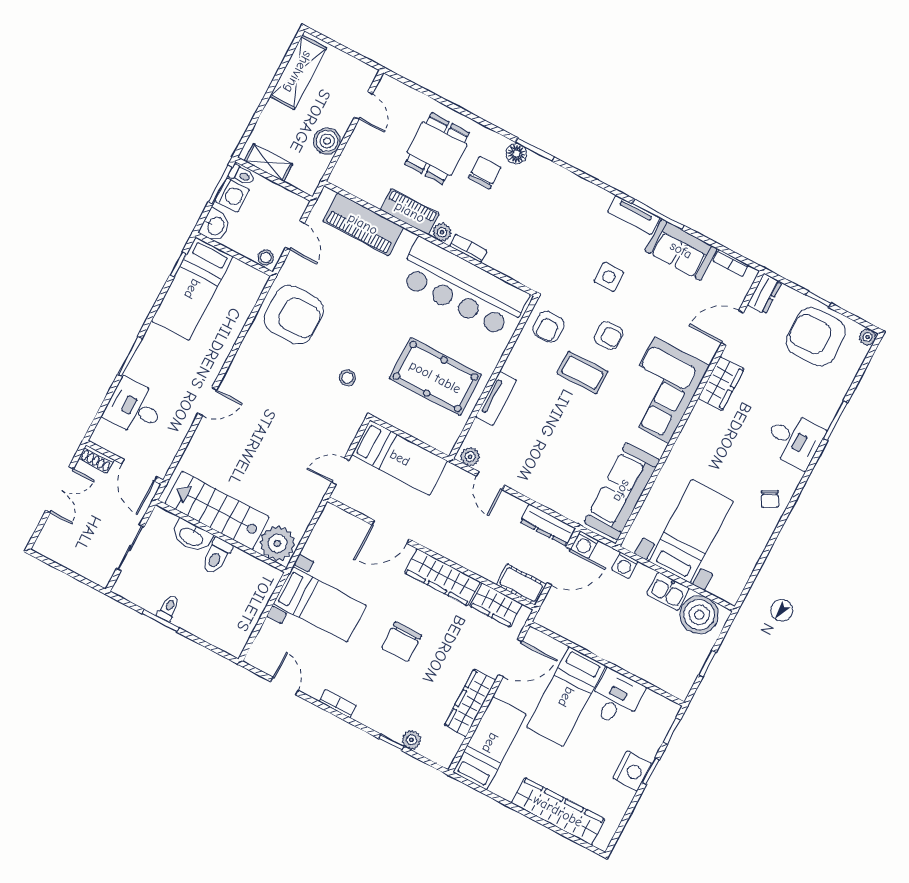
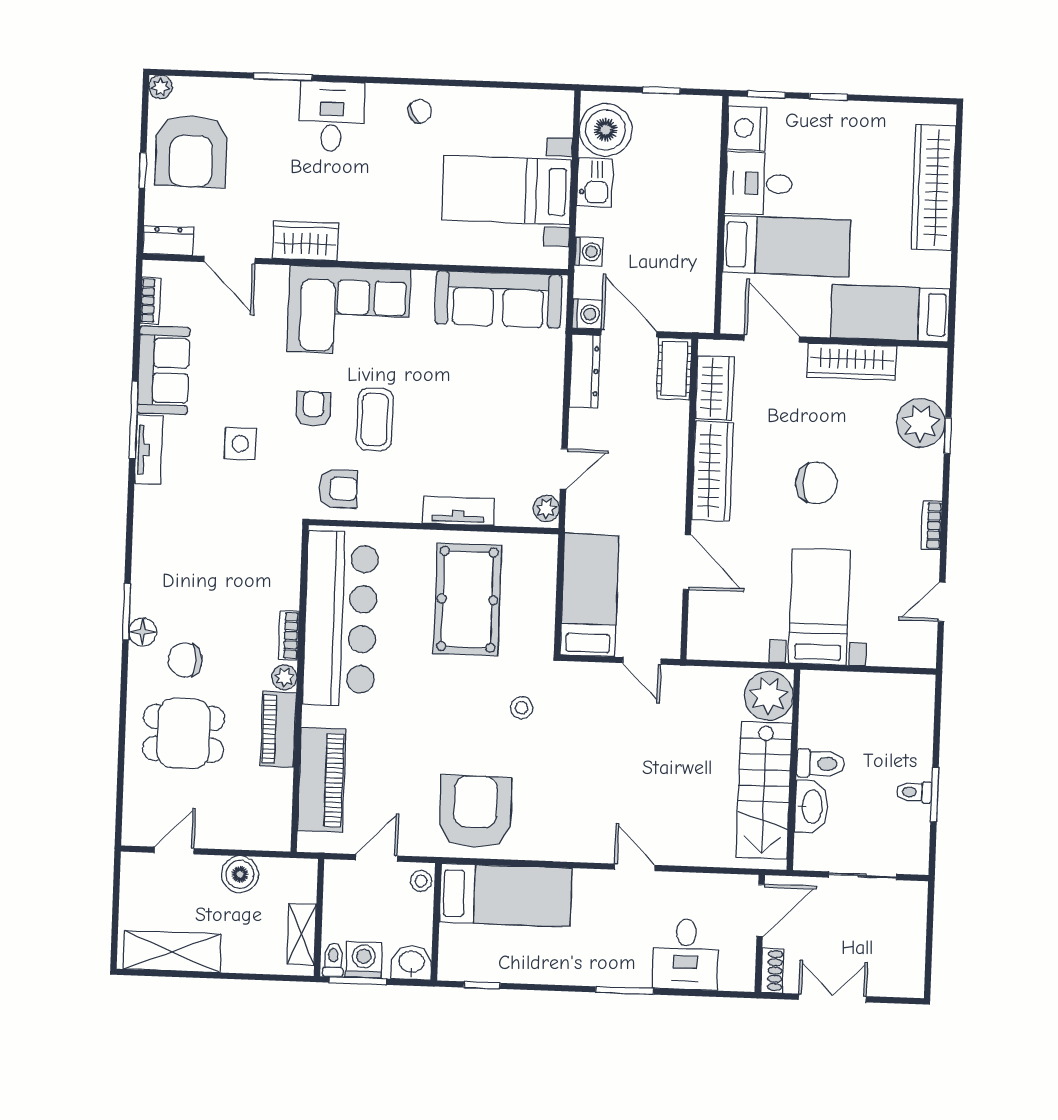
bed: (192, 289) -> (506, 895), moved
plant: (411, 740) -> (921, 423), width x1.87, depth x1.87
nightstand: (632, 771) -> (747, 128), moved, turned -90

